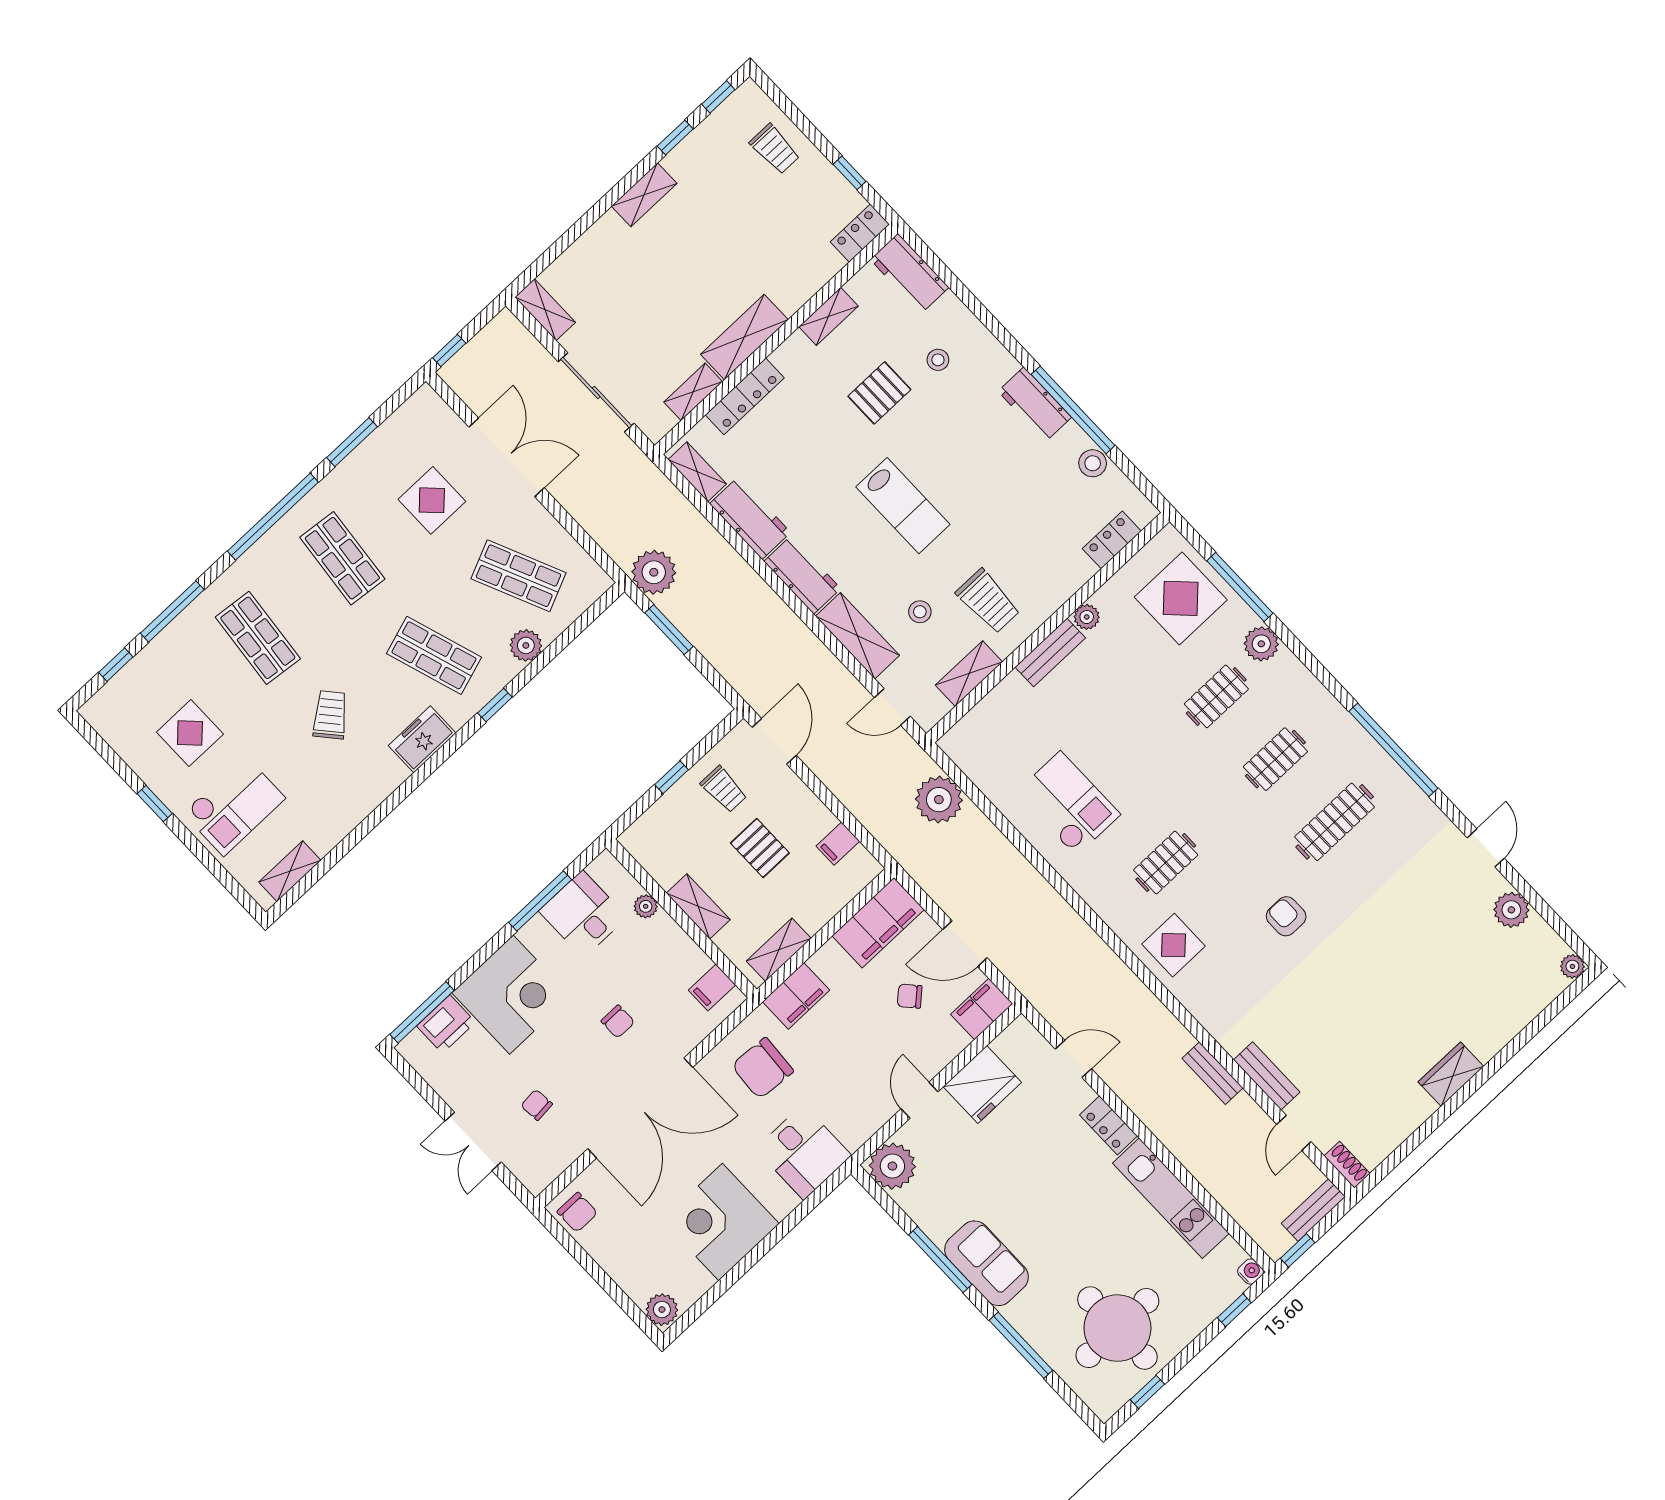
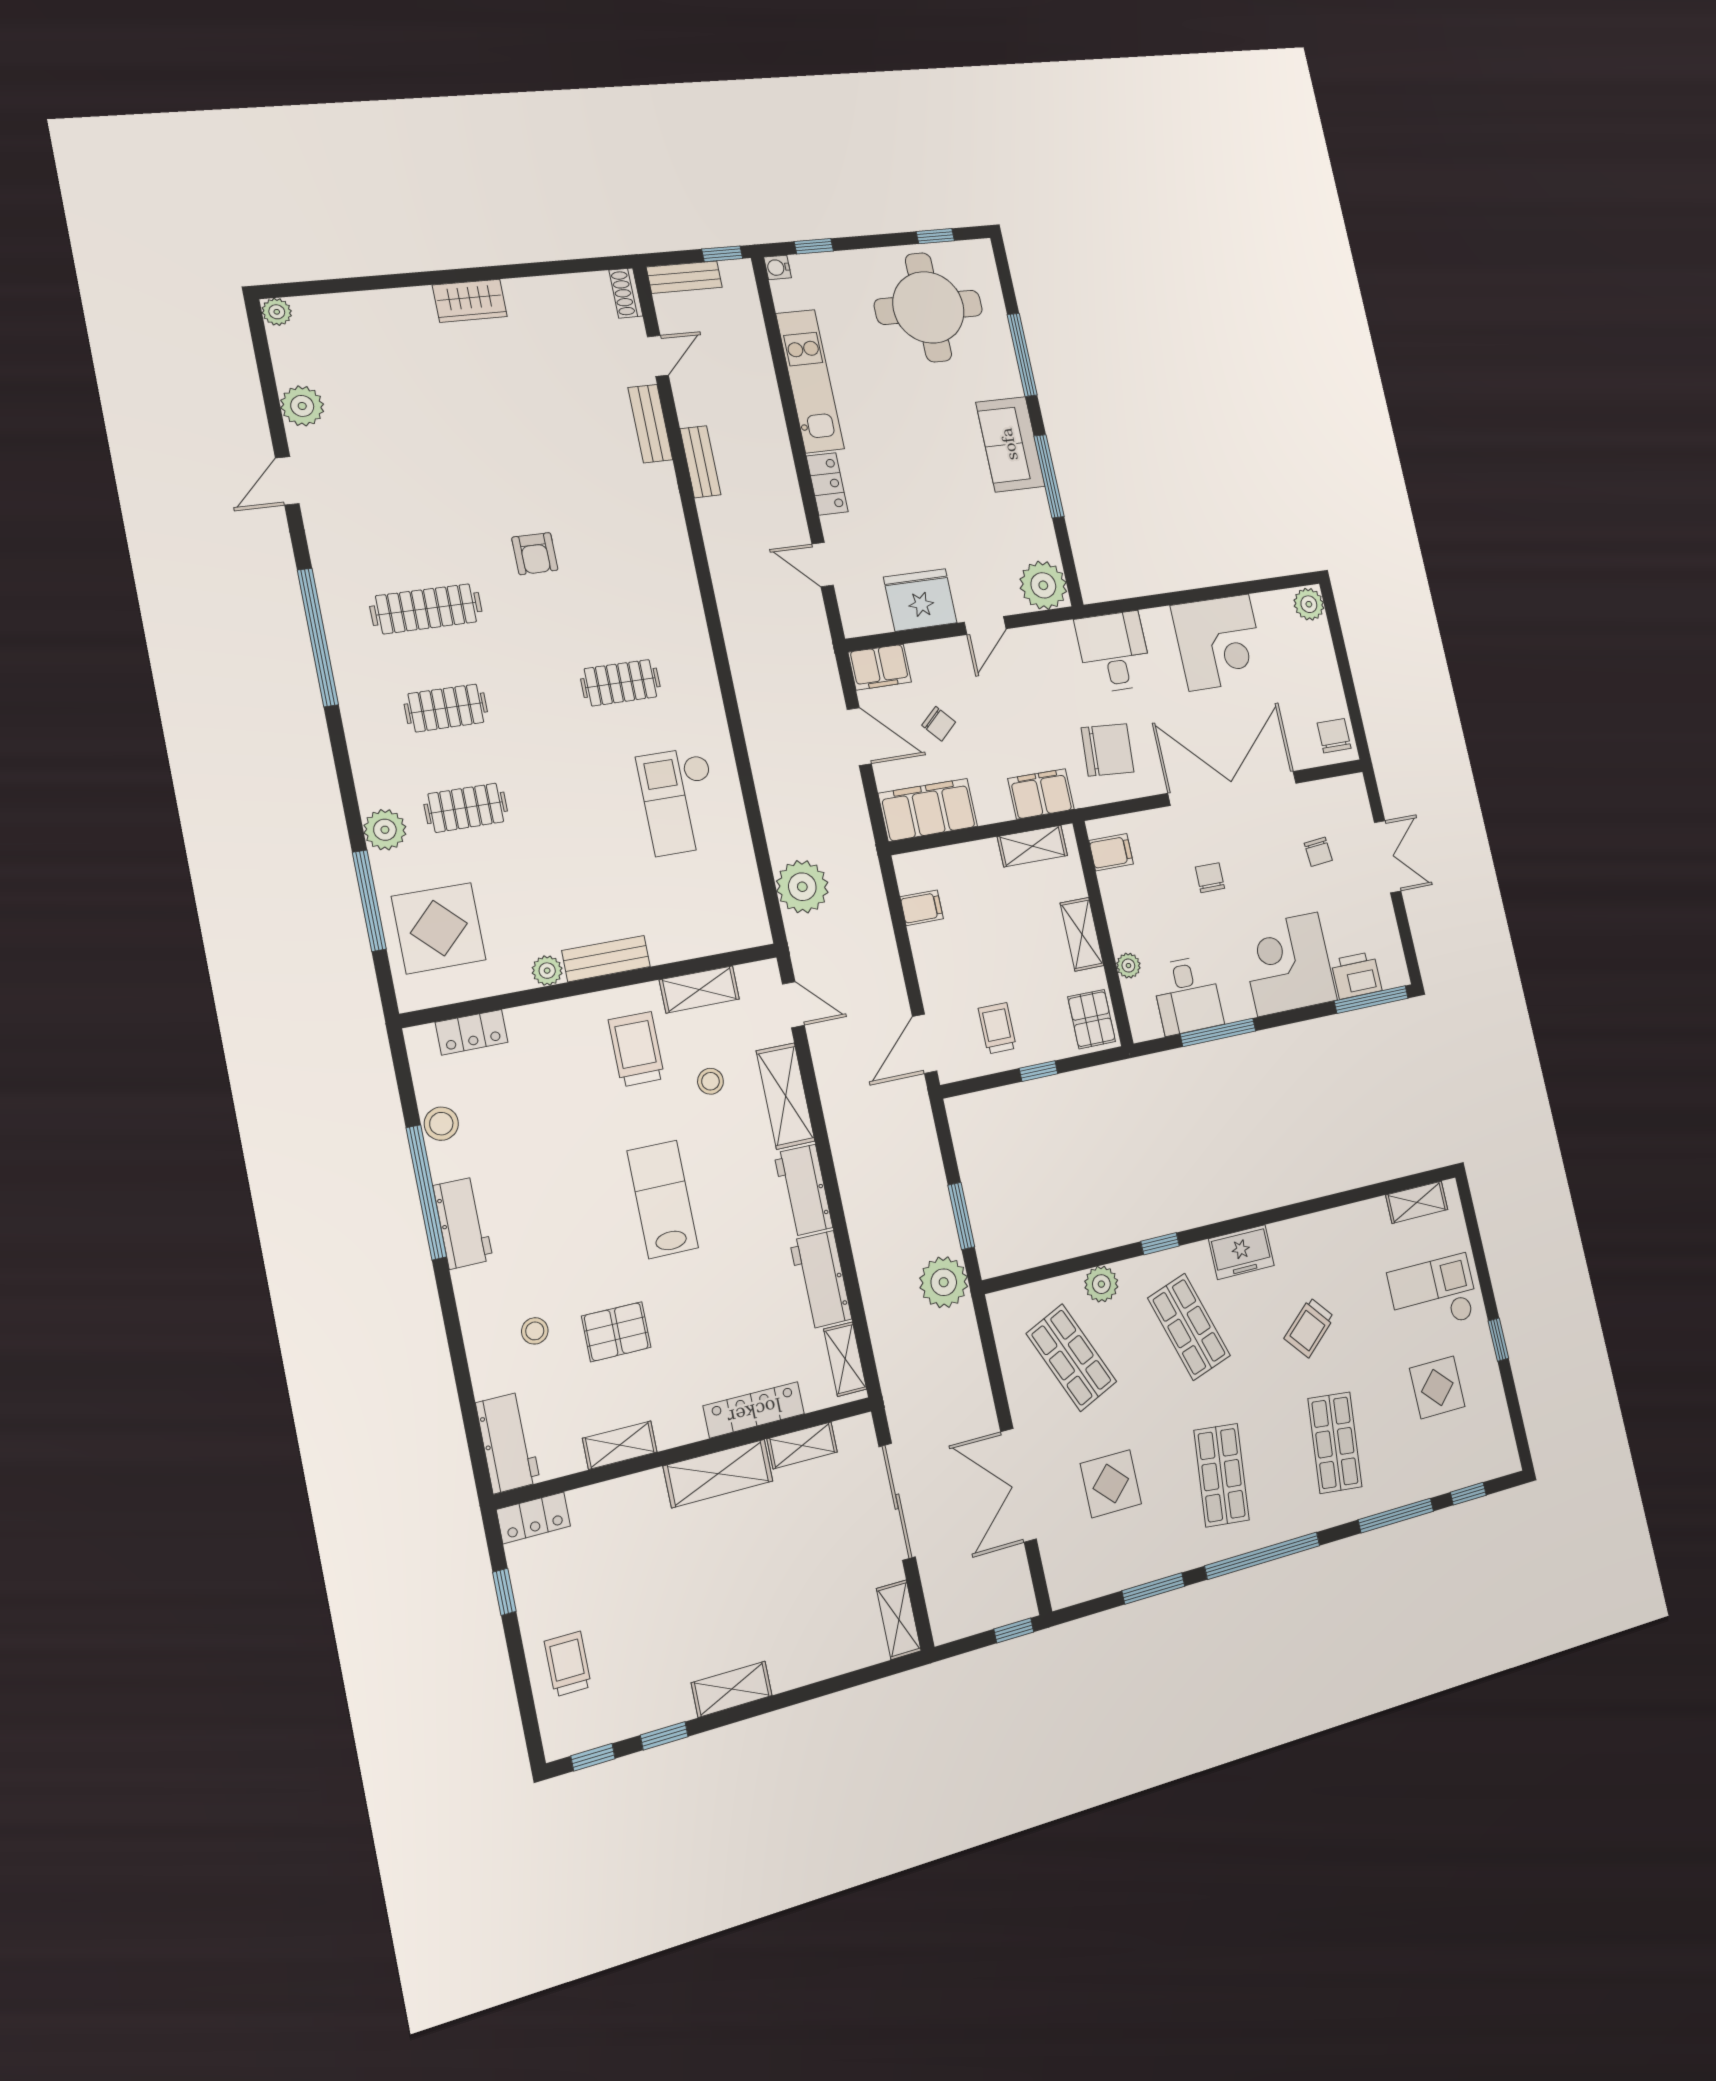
pallet: (760, 848) -> (1092, 1019), moved
display table: (1173, 945) -> (663, 602), removed

